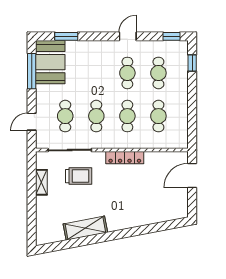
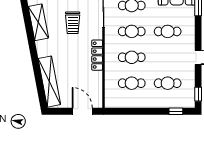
cafe table: (127, 73) -> (168, 31), moved
trolley: (79, 176) -> (73, 23), moved
shelving: (156, 215) -> (49, 82), added

